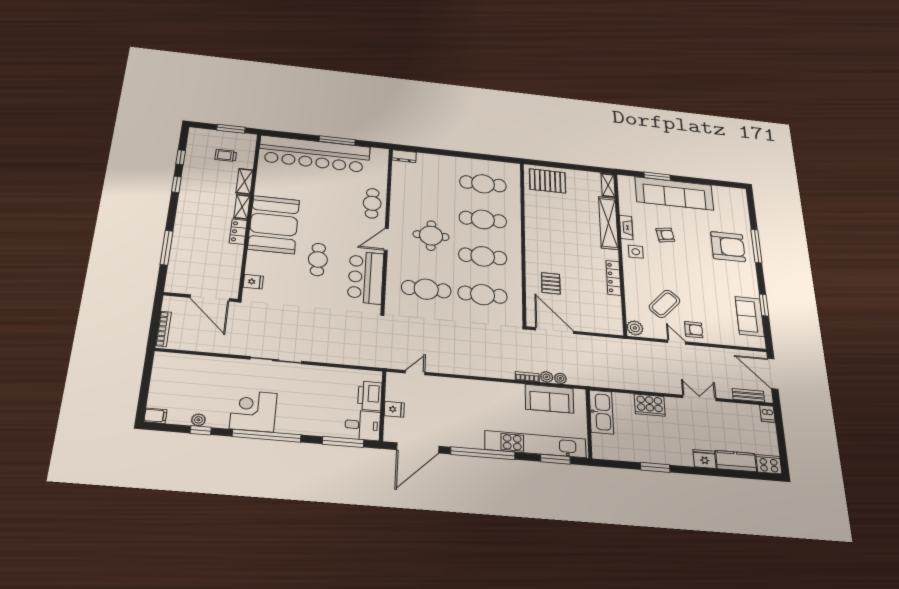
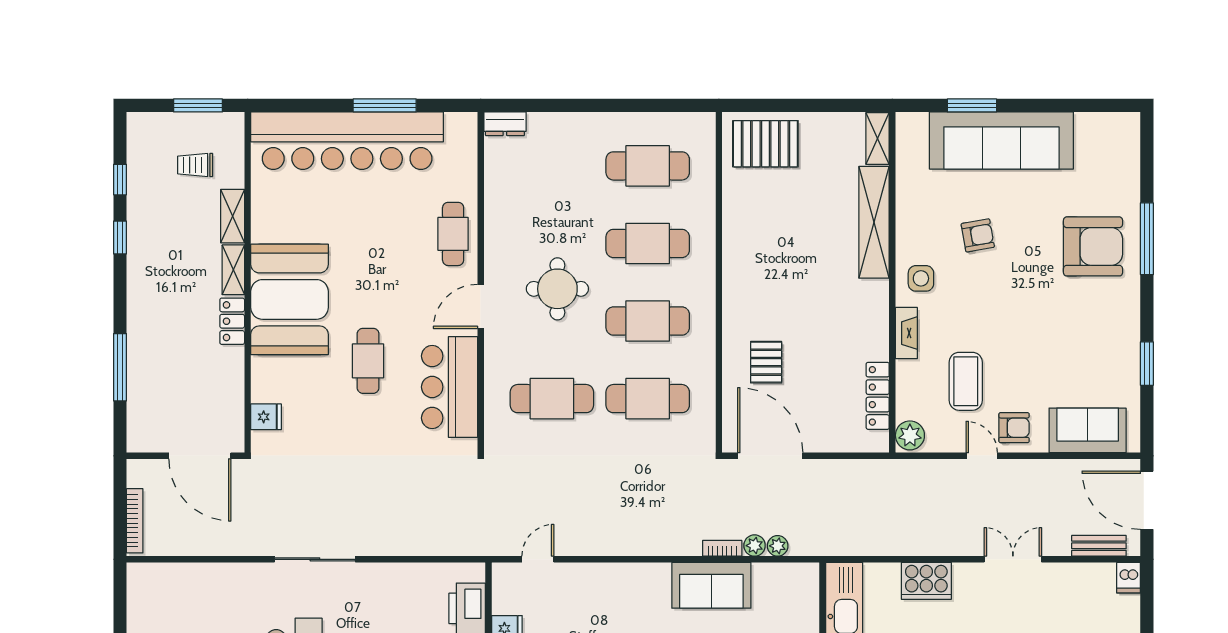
fireplace: (626, 227) -> (906, 333), moved
locker: (614, 278) -> (878, 396), moved
coffee table: (664, 304) -> (966, 381), turned -42
sofa: (750, 316) -> (1088, 430), moved, turned 90
sofa: (549, 399) -> (711, 585), moved

